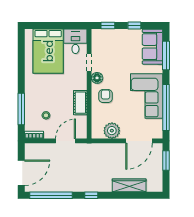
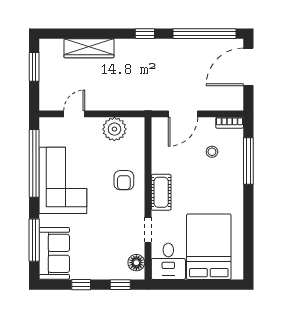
floor lamp: (97, 78) -> (136, 263), moved
cot: (80, 103) -> (161, 192), moved
door: (139, 141) -> (74, 114), width x0.53
window: (166, 161) -> (34, 67), moved

